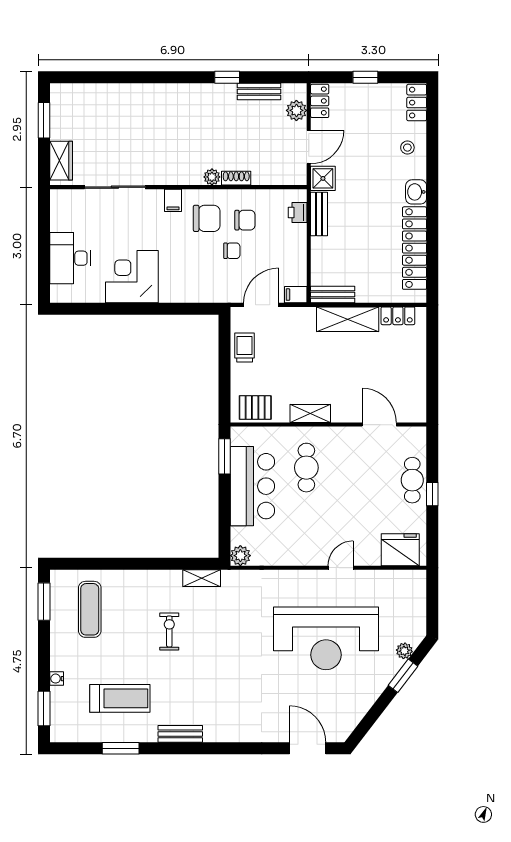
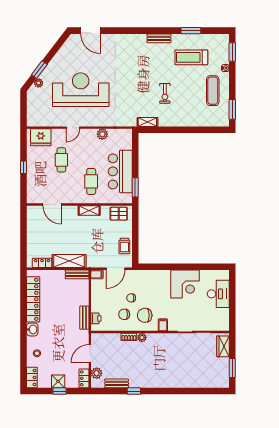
shower: (323, 178) -> (58, 381), moved
cafe table: (412, 480) -> (61, 160), moved
plant: (240, 556) -> (102, 134), moved
exercise mat: (90, 609) -> (213, 91), moved

